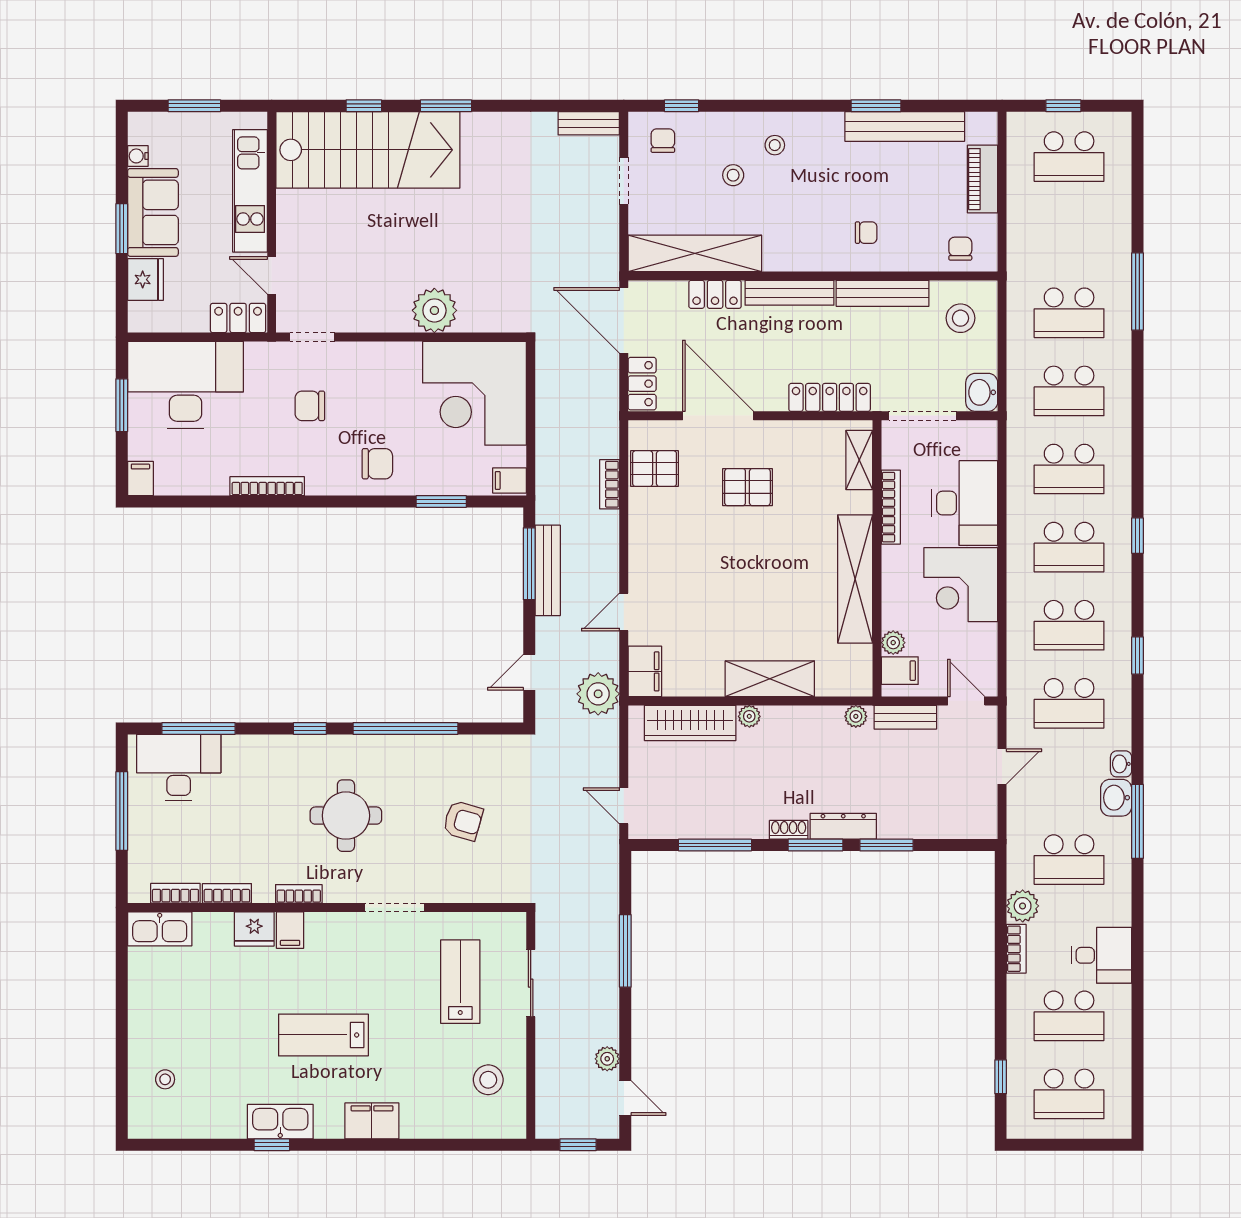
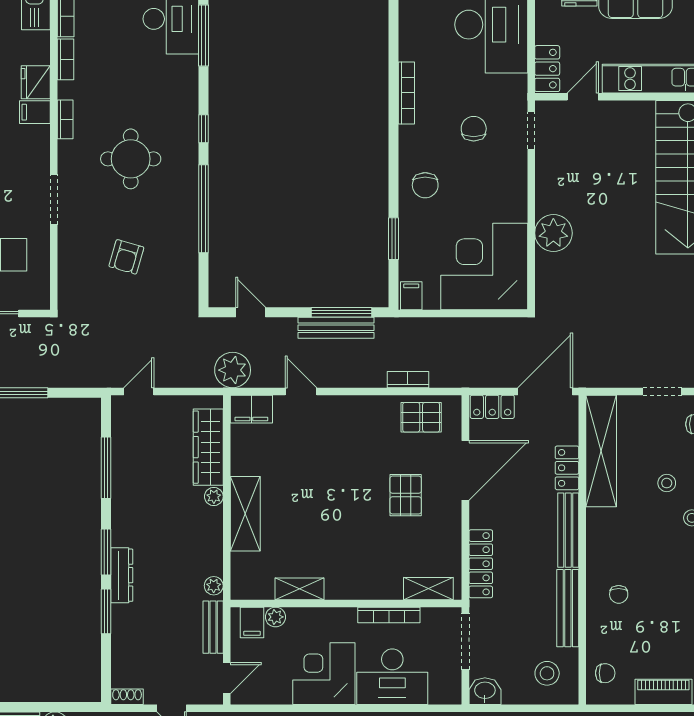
pallet: (655, 469) -> (421, 417), turned 90
shelving: (855, 579) -> (300, 589), width x0.45, depth x0.75
shoe rack: (789, 830) -> (127, 697), moved, turned -90

